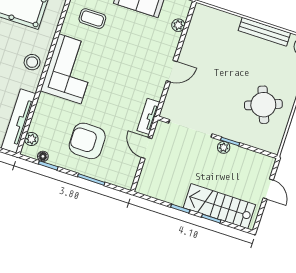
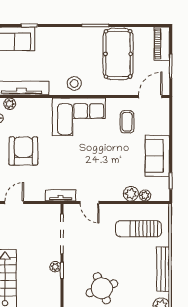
plant: (171, 40) -> (131, 194), added
sun lounger: (212, 44) -> (139, 229), added
door: (172, 71) -> (89, 202), moved
door: (147, 148) -> (14, 202), moved

